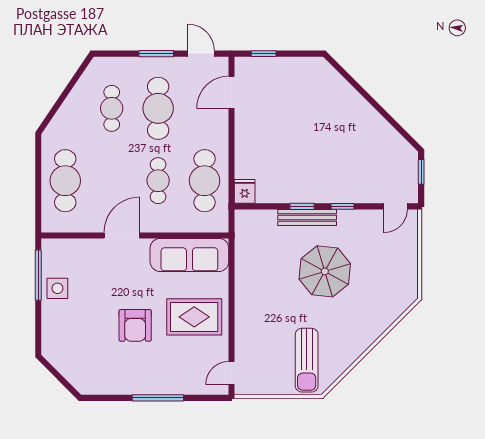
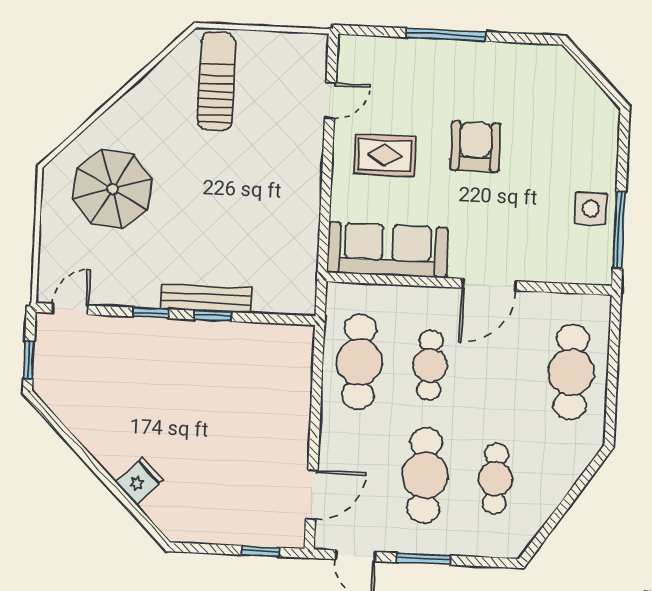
fridge: (245, 191) -> (139, 481), moved, turned -135
parasol: (325, 271) -> (112, 189), moved
rug: (194, 317) -> (385, 155), width x0.73, depth x0.70
door: (232, 373) -> (330, 100), moved

